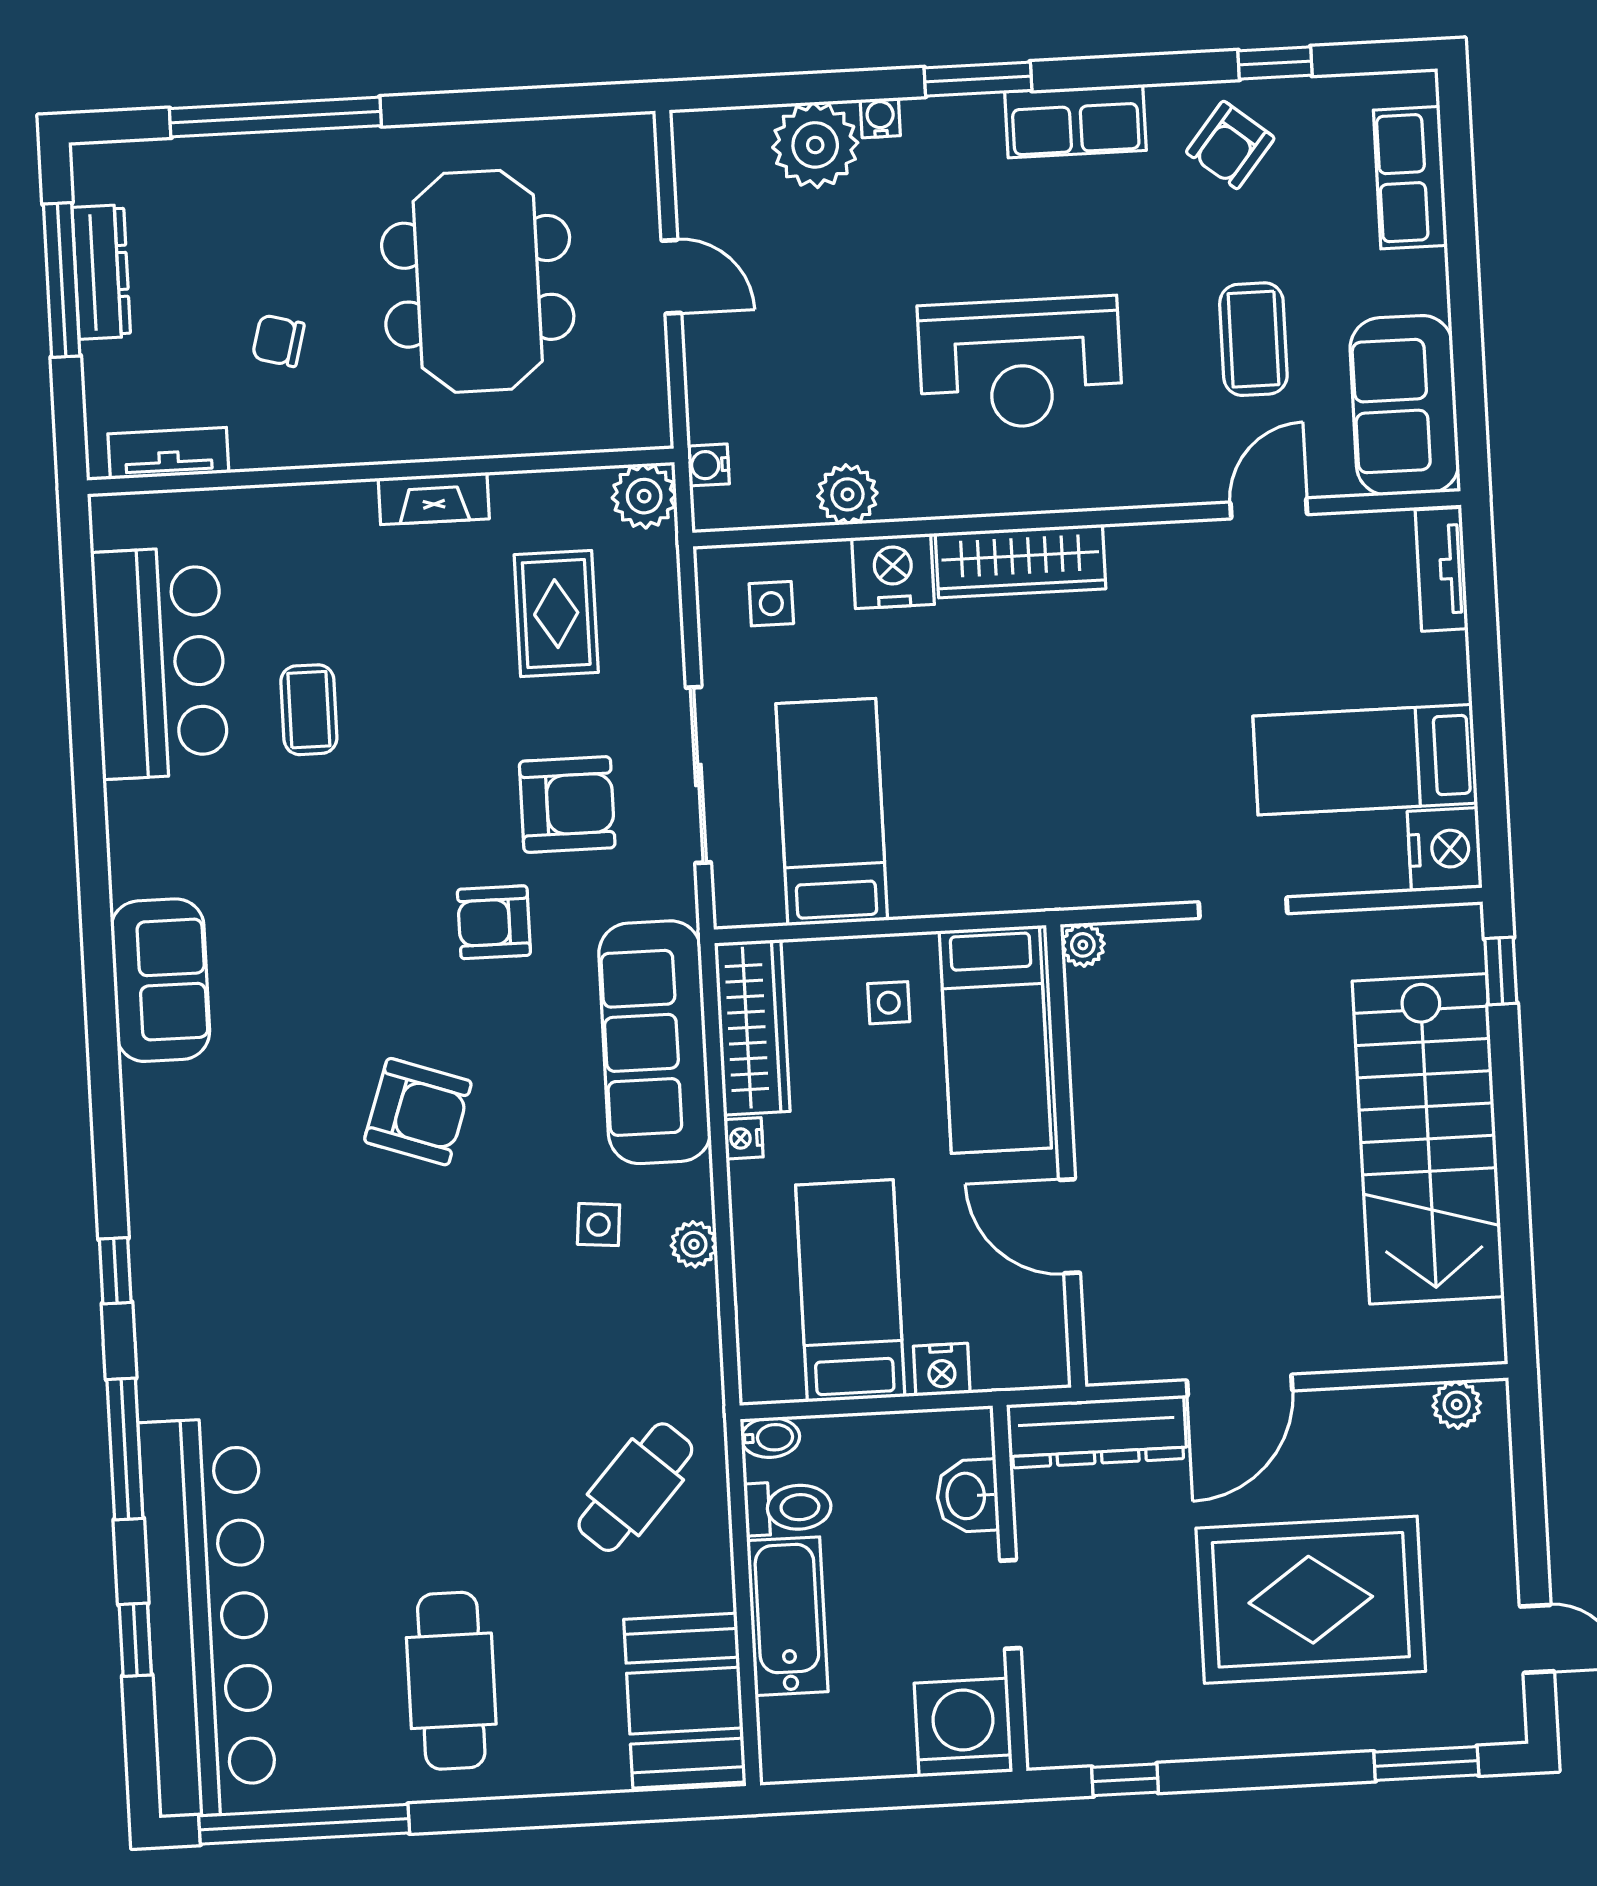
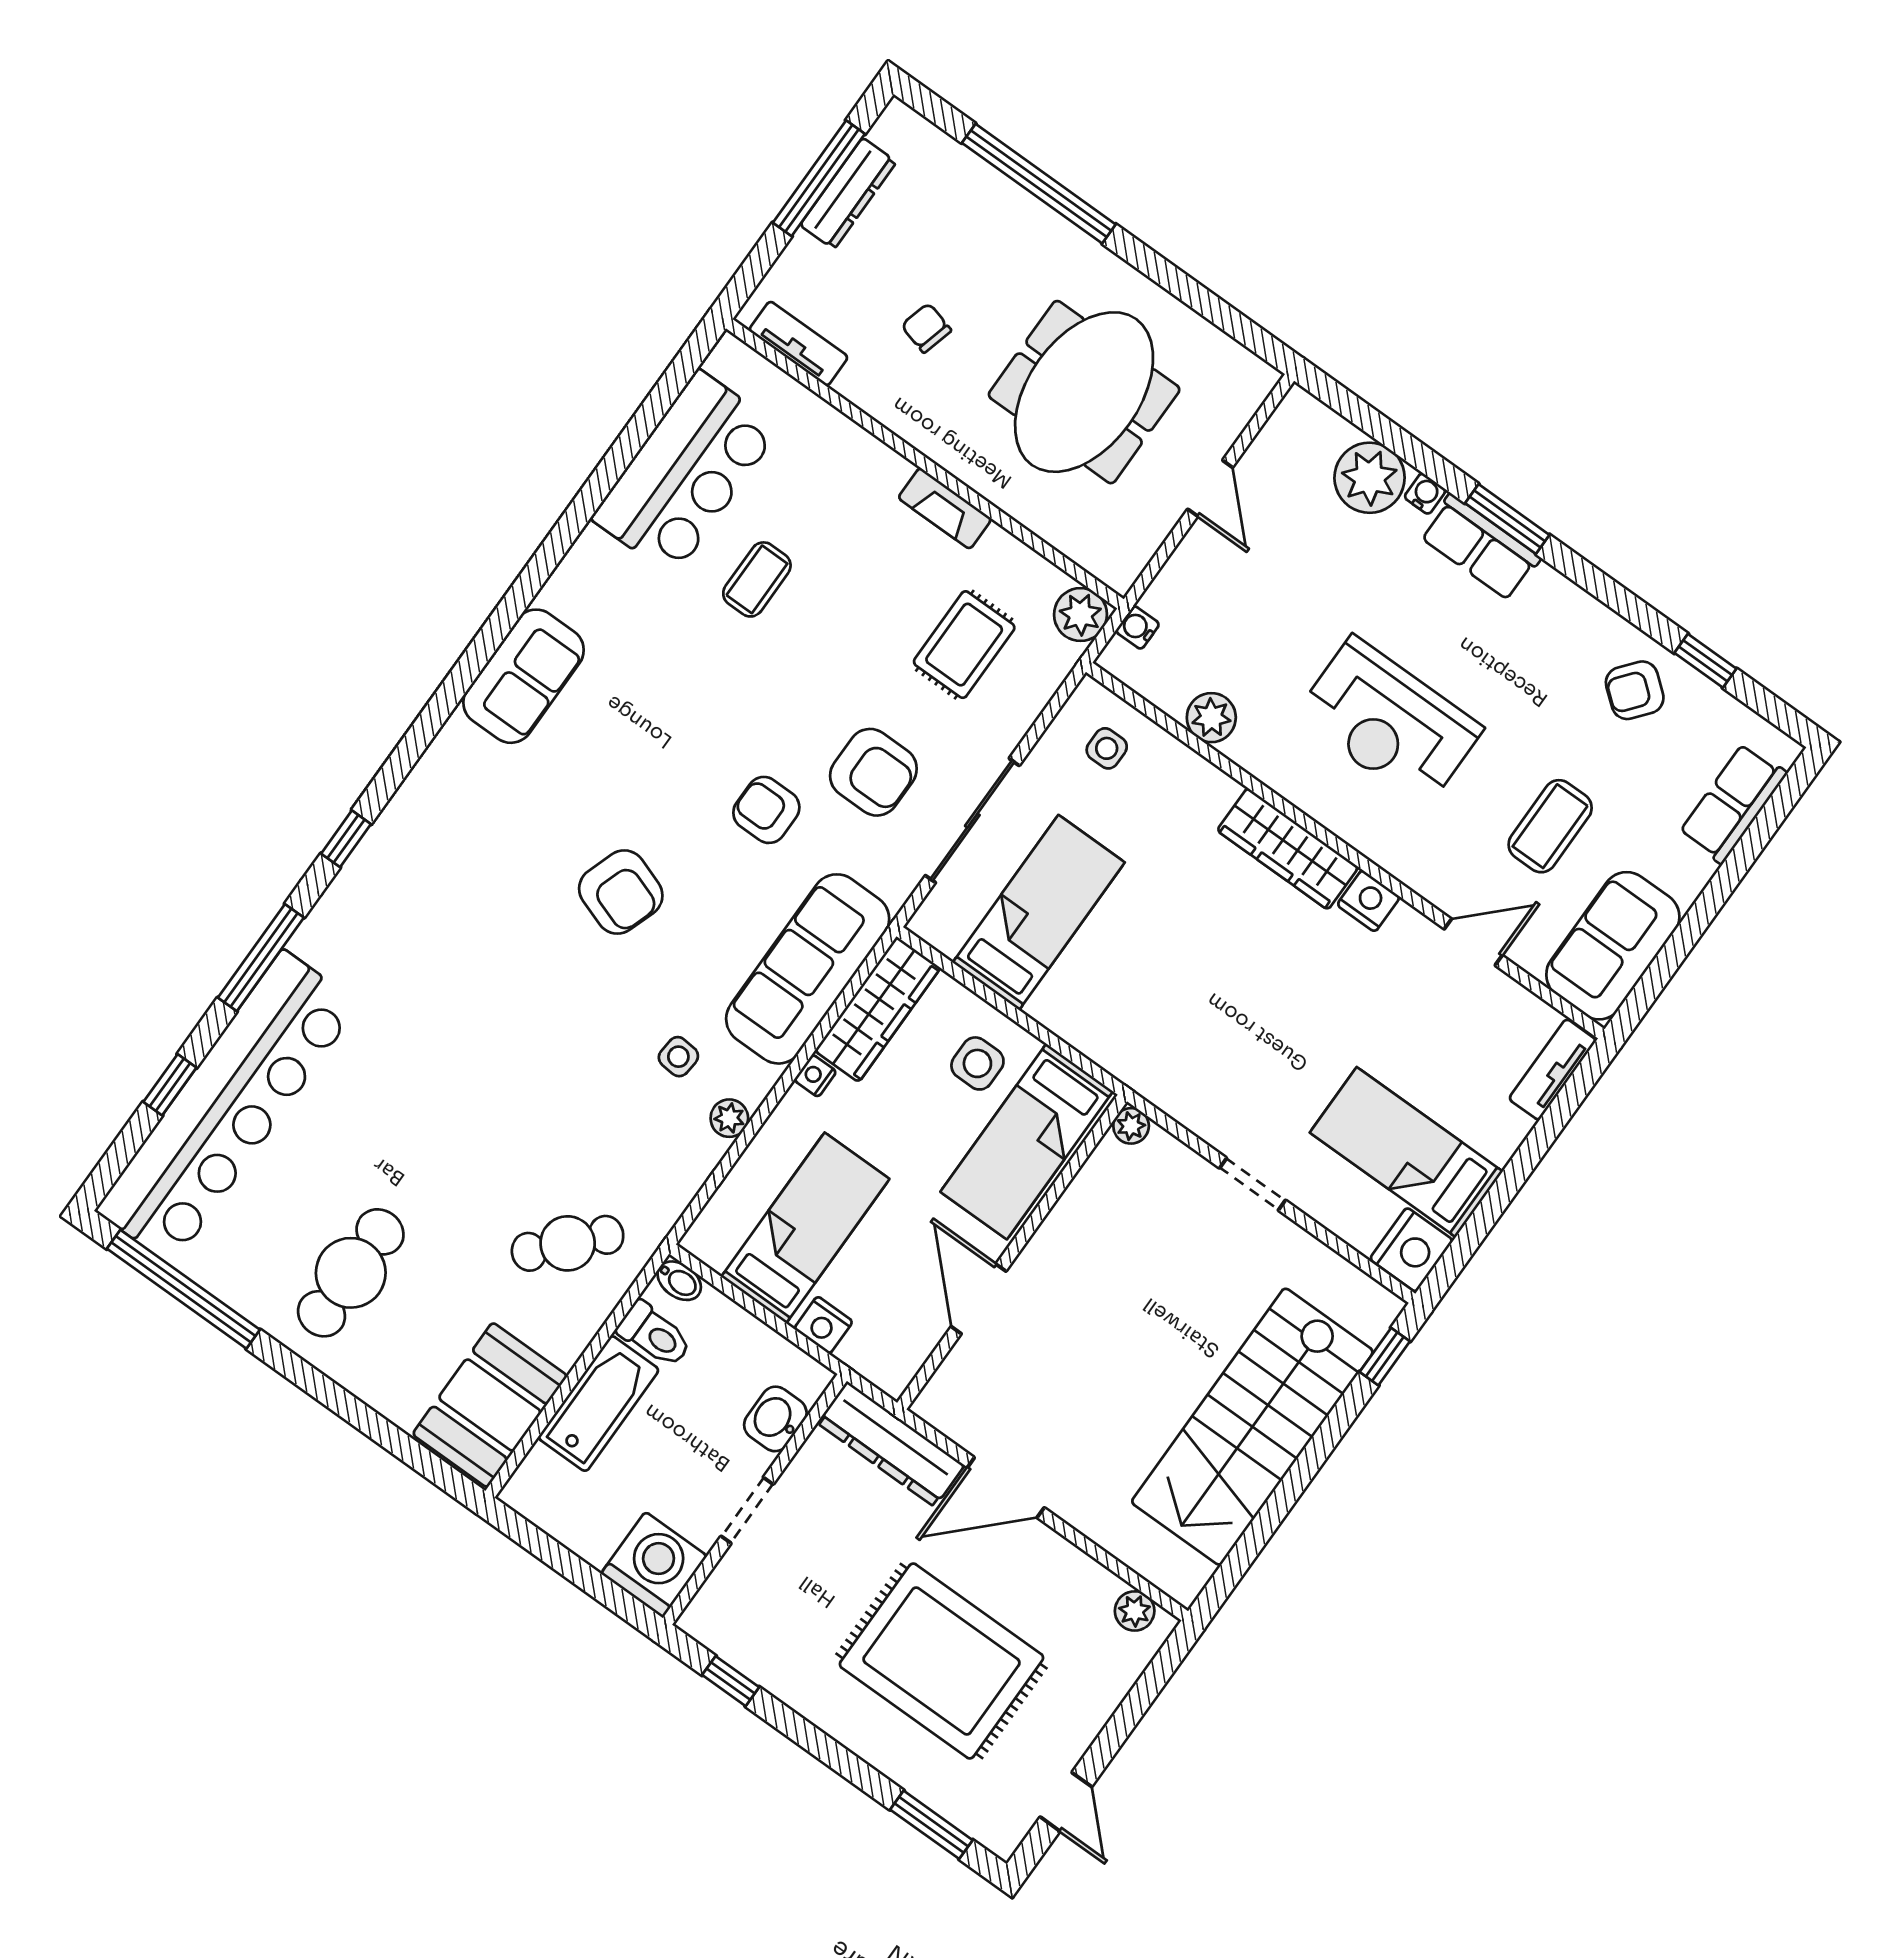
row of seats: (1075, 121) -> (1480, 547), moved
nightstand: (893, 571) -> (1368, 901), moved, width x0.74, depth x0.75
side table: (889, 1003) -> (977, 1063), width x1.37, depth x1.37

